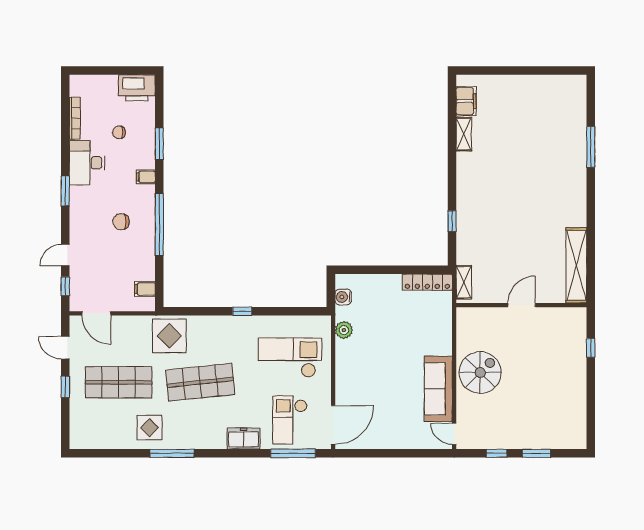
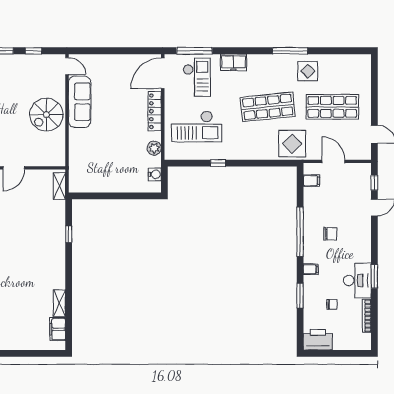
window: (65, 191) -> (374, 276), moved
locker: (427, 282) -> (155, 111), moved, turned -90
window: (242, 311) -> (218, 163), moved
door: (96, 313) -> (333, 161), moved
window: (65, 387) -> (374, 103), removed

